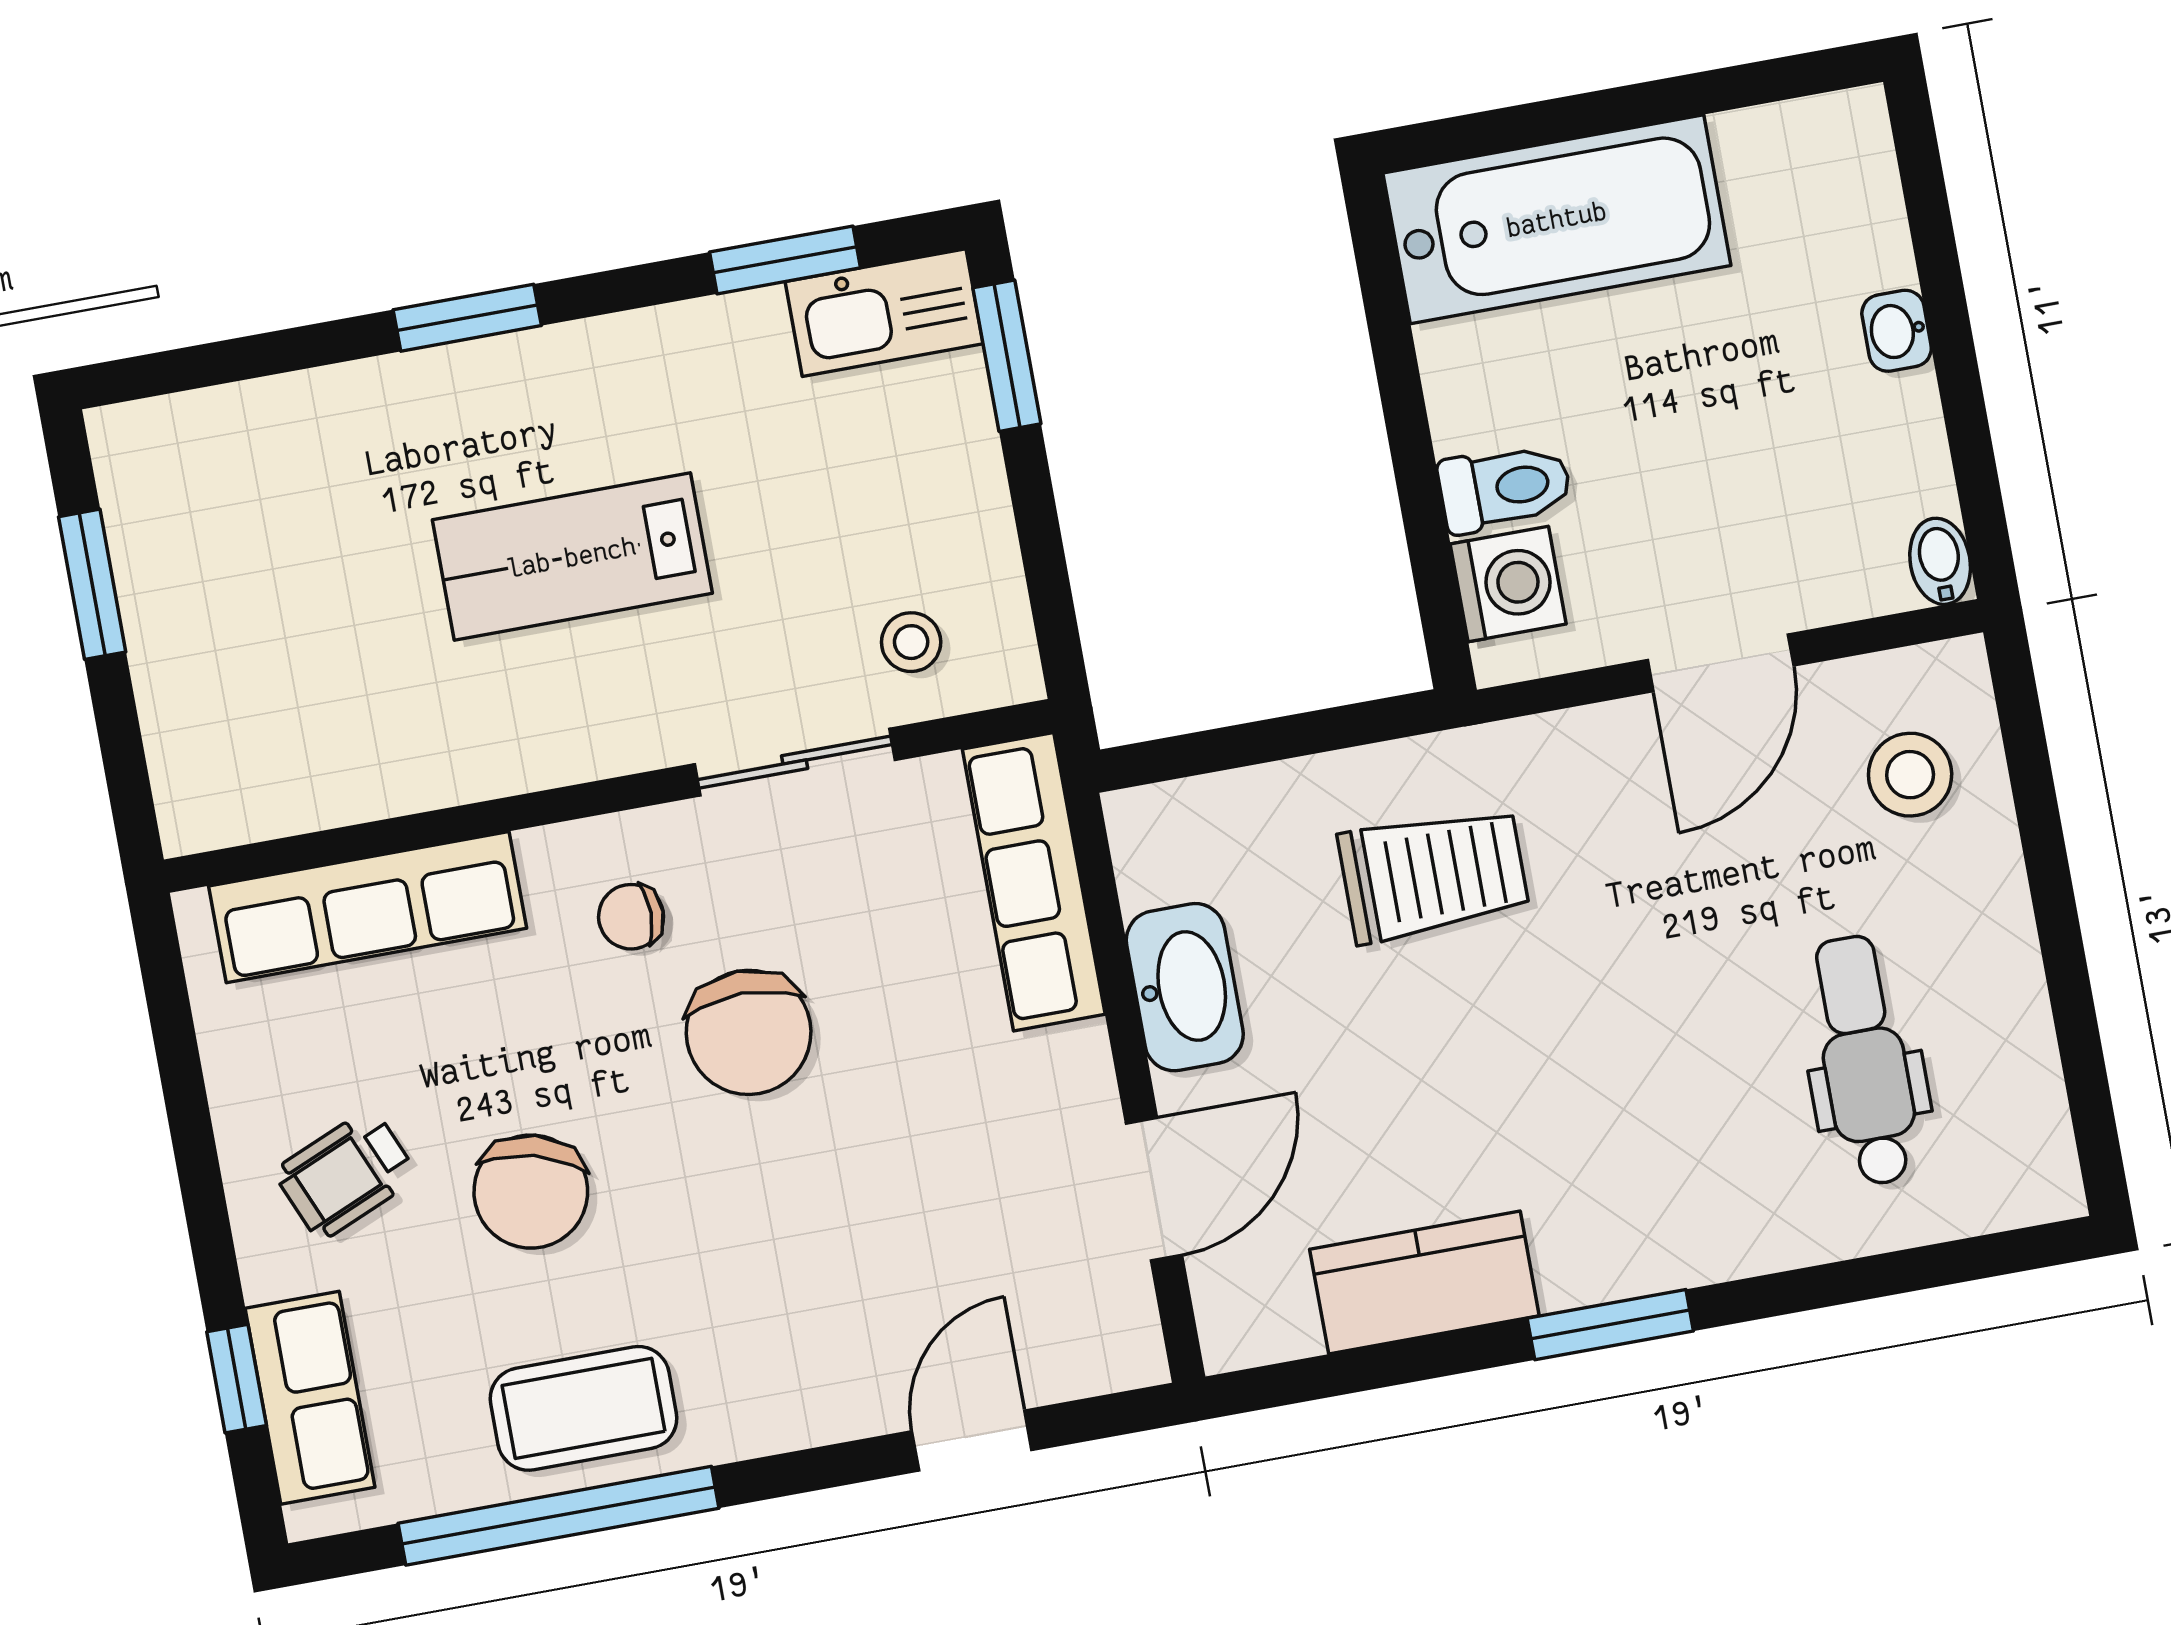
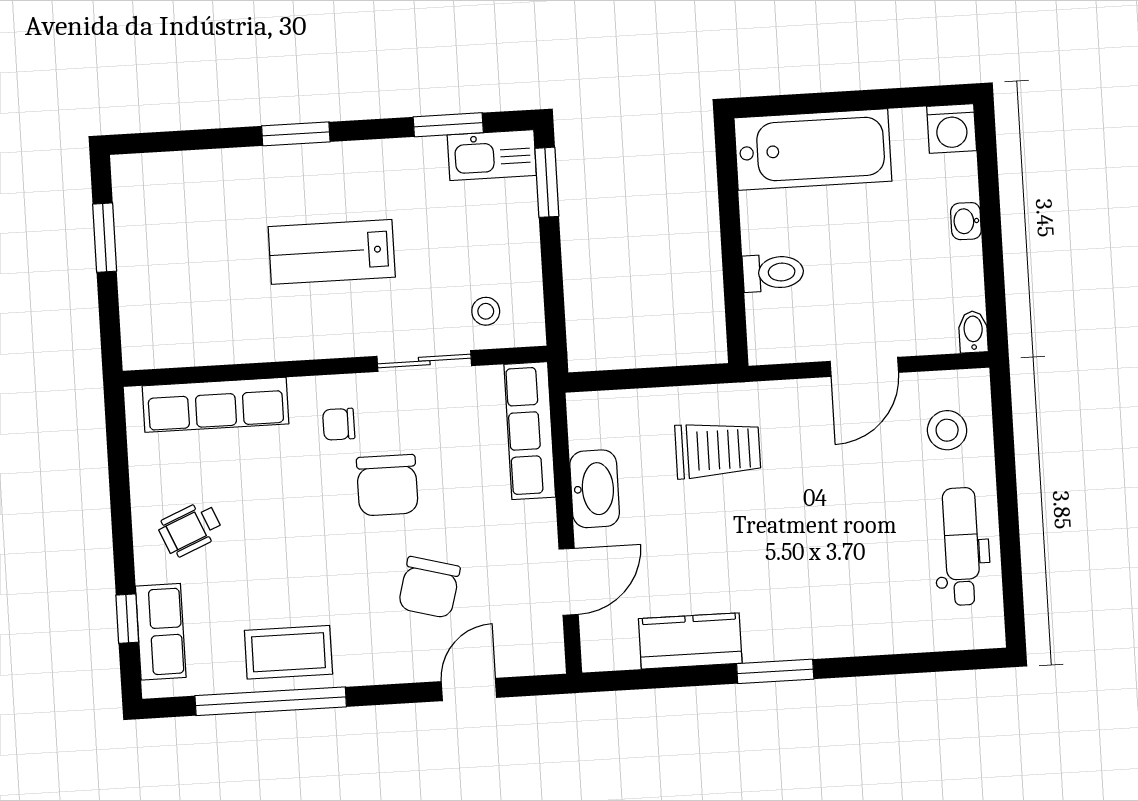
washing machine: (1508, 584) -> (952, 128), moved, turned 90
dental chair: (1864, 1060) -> (962, 546), moved
chair: (531, 1192) -> (429, 587), moved

